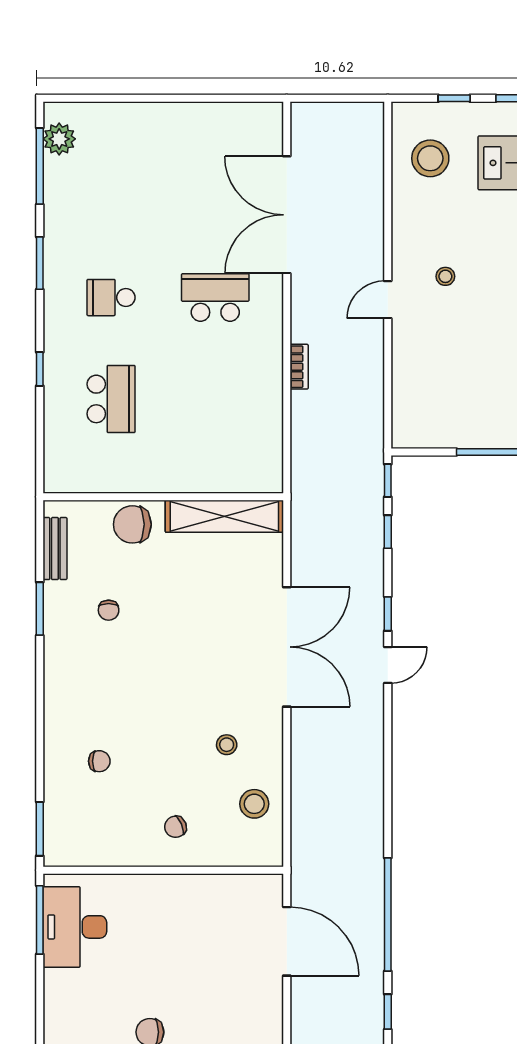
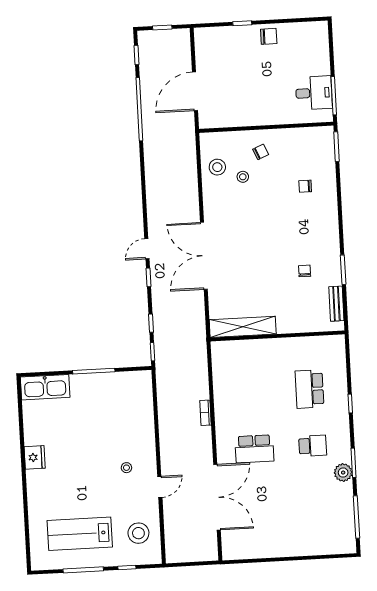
plant: (59, 139) -> (343, 473), moved
door: (388, 300) -> (160, 487), moved
chair: (132, 524) -> (294, 320), removed
stool: (227, 745) -> (243, 177), moved
desk: (75, 927) -> (314, 93), width x0.73
door: (287, 941) -> (195, 91), hinge flipped

